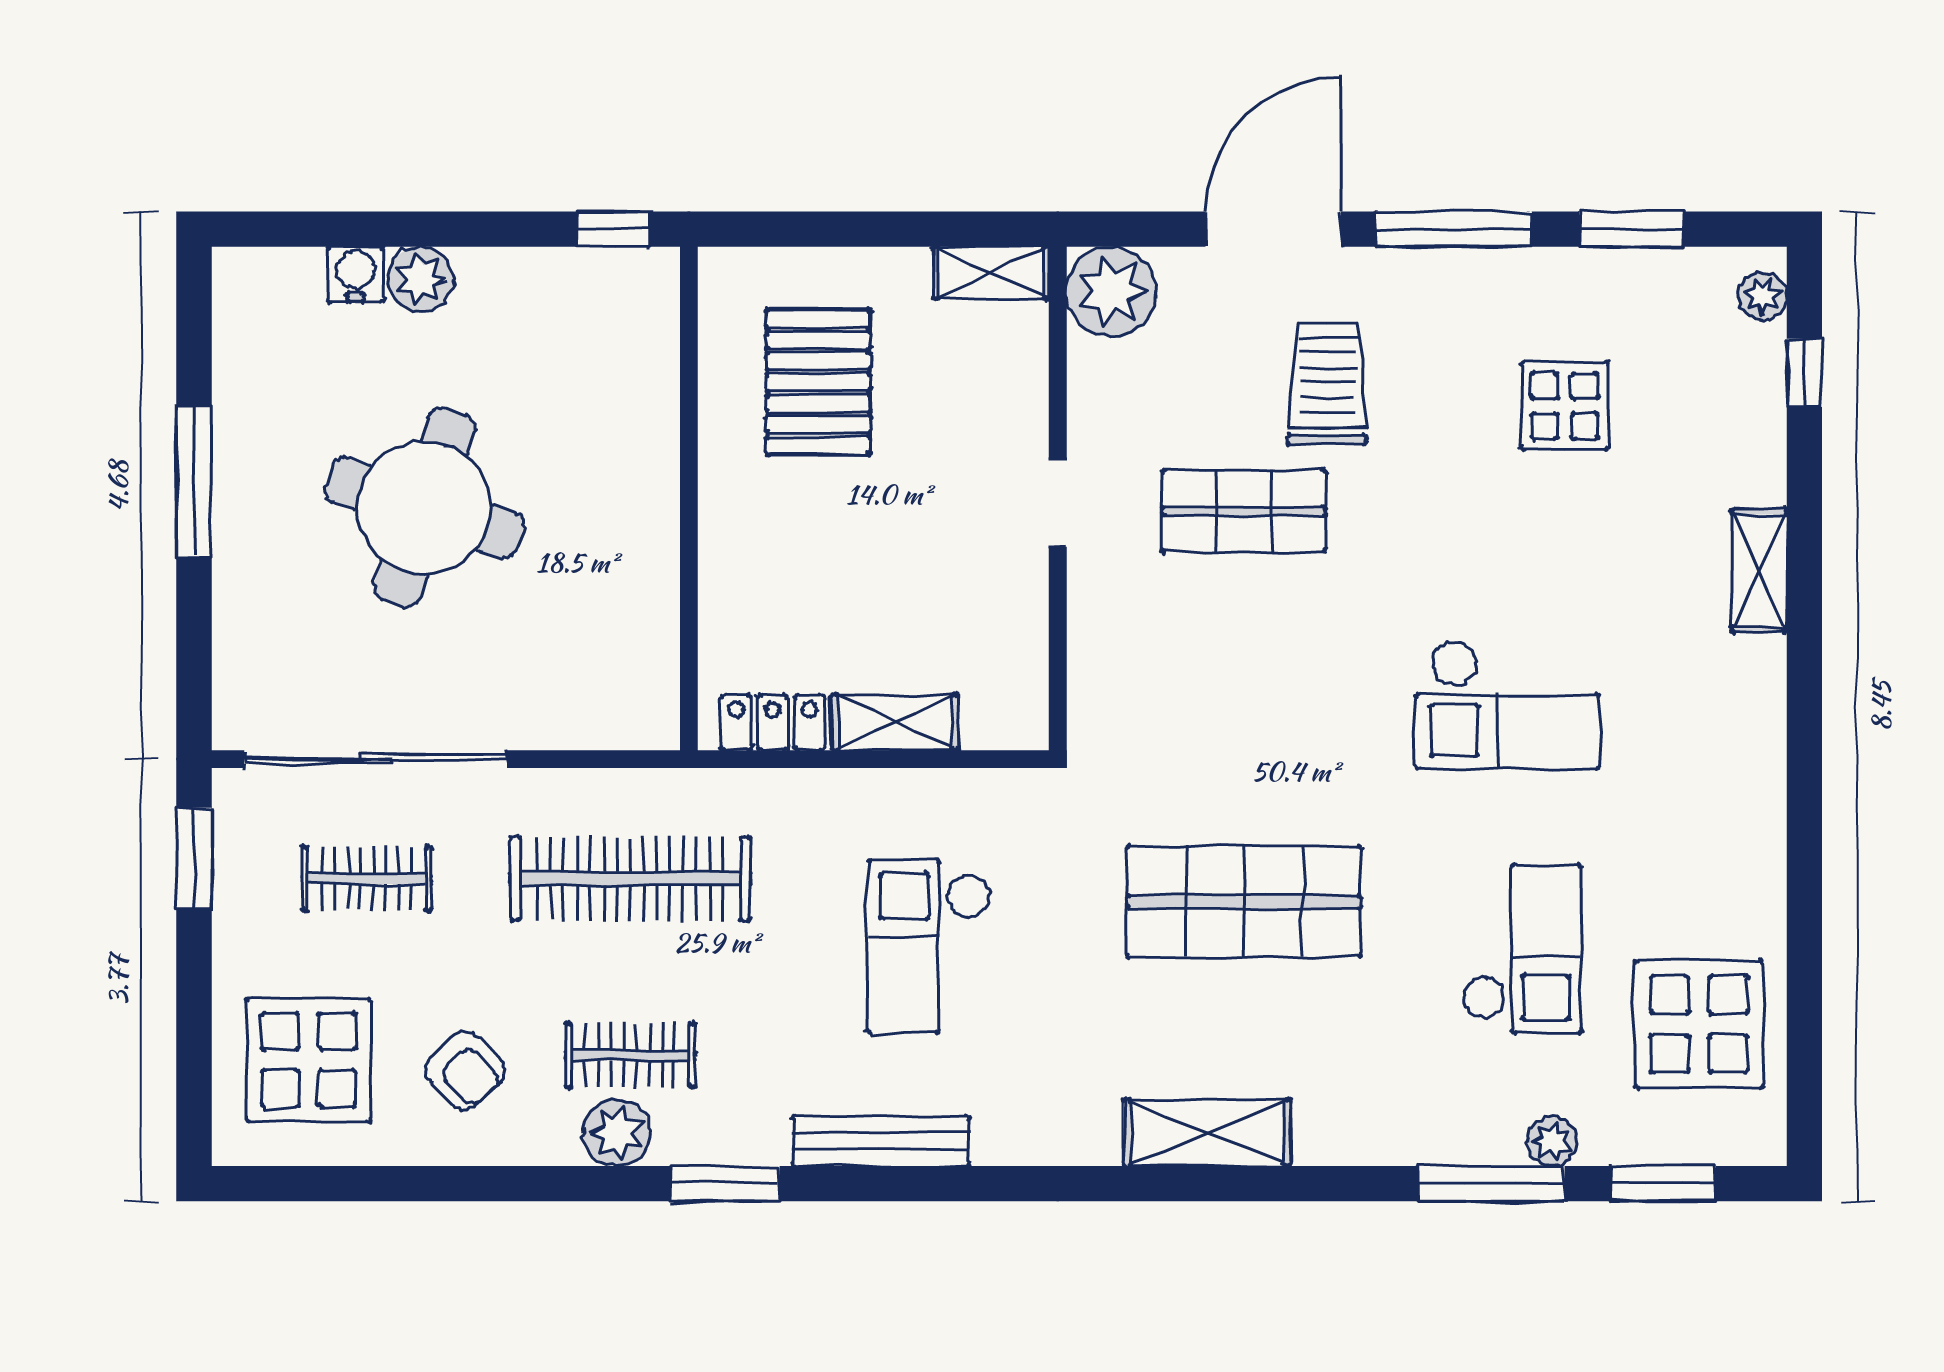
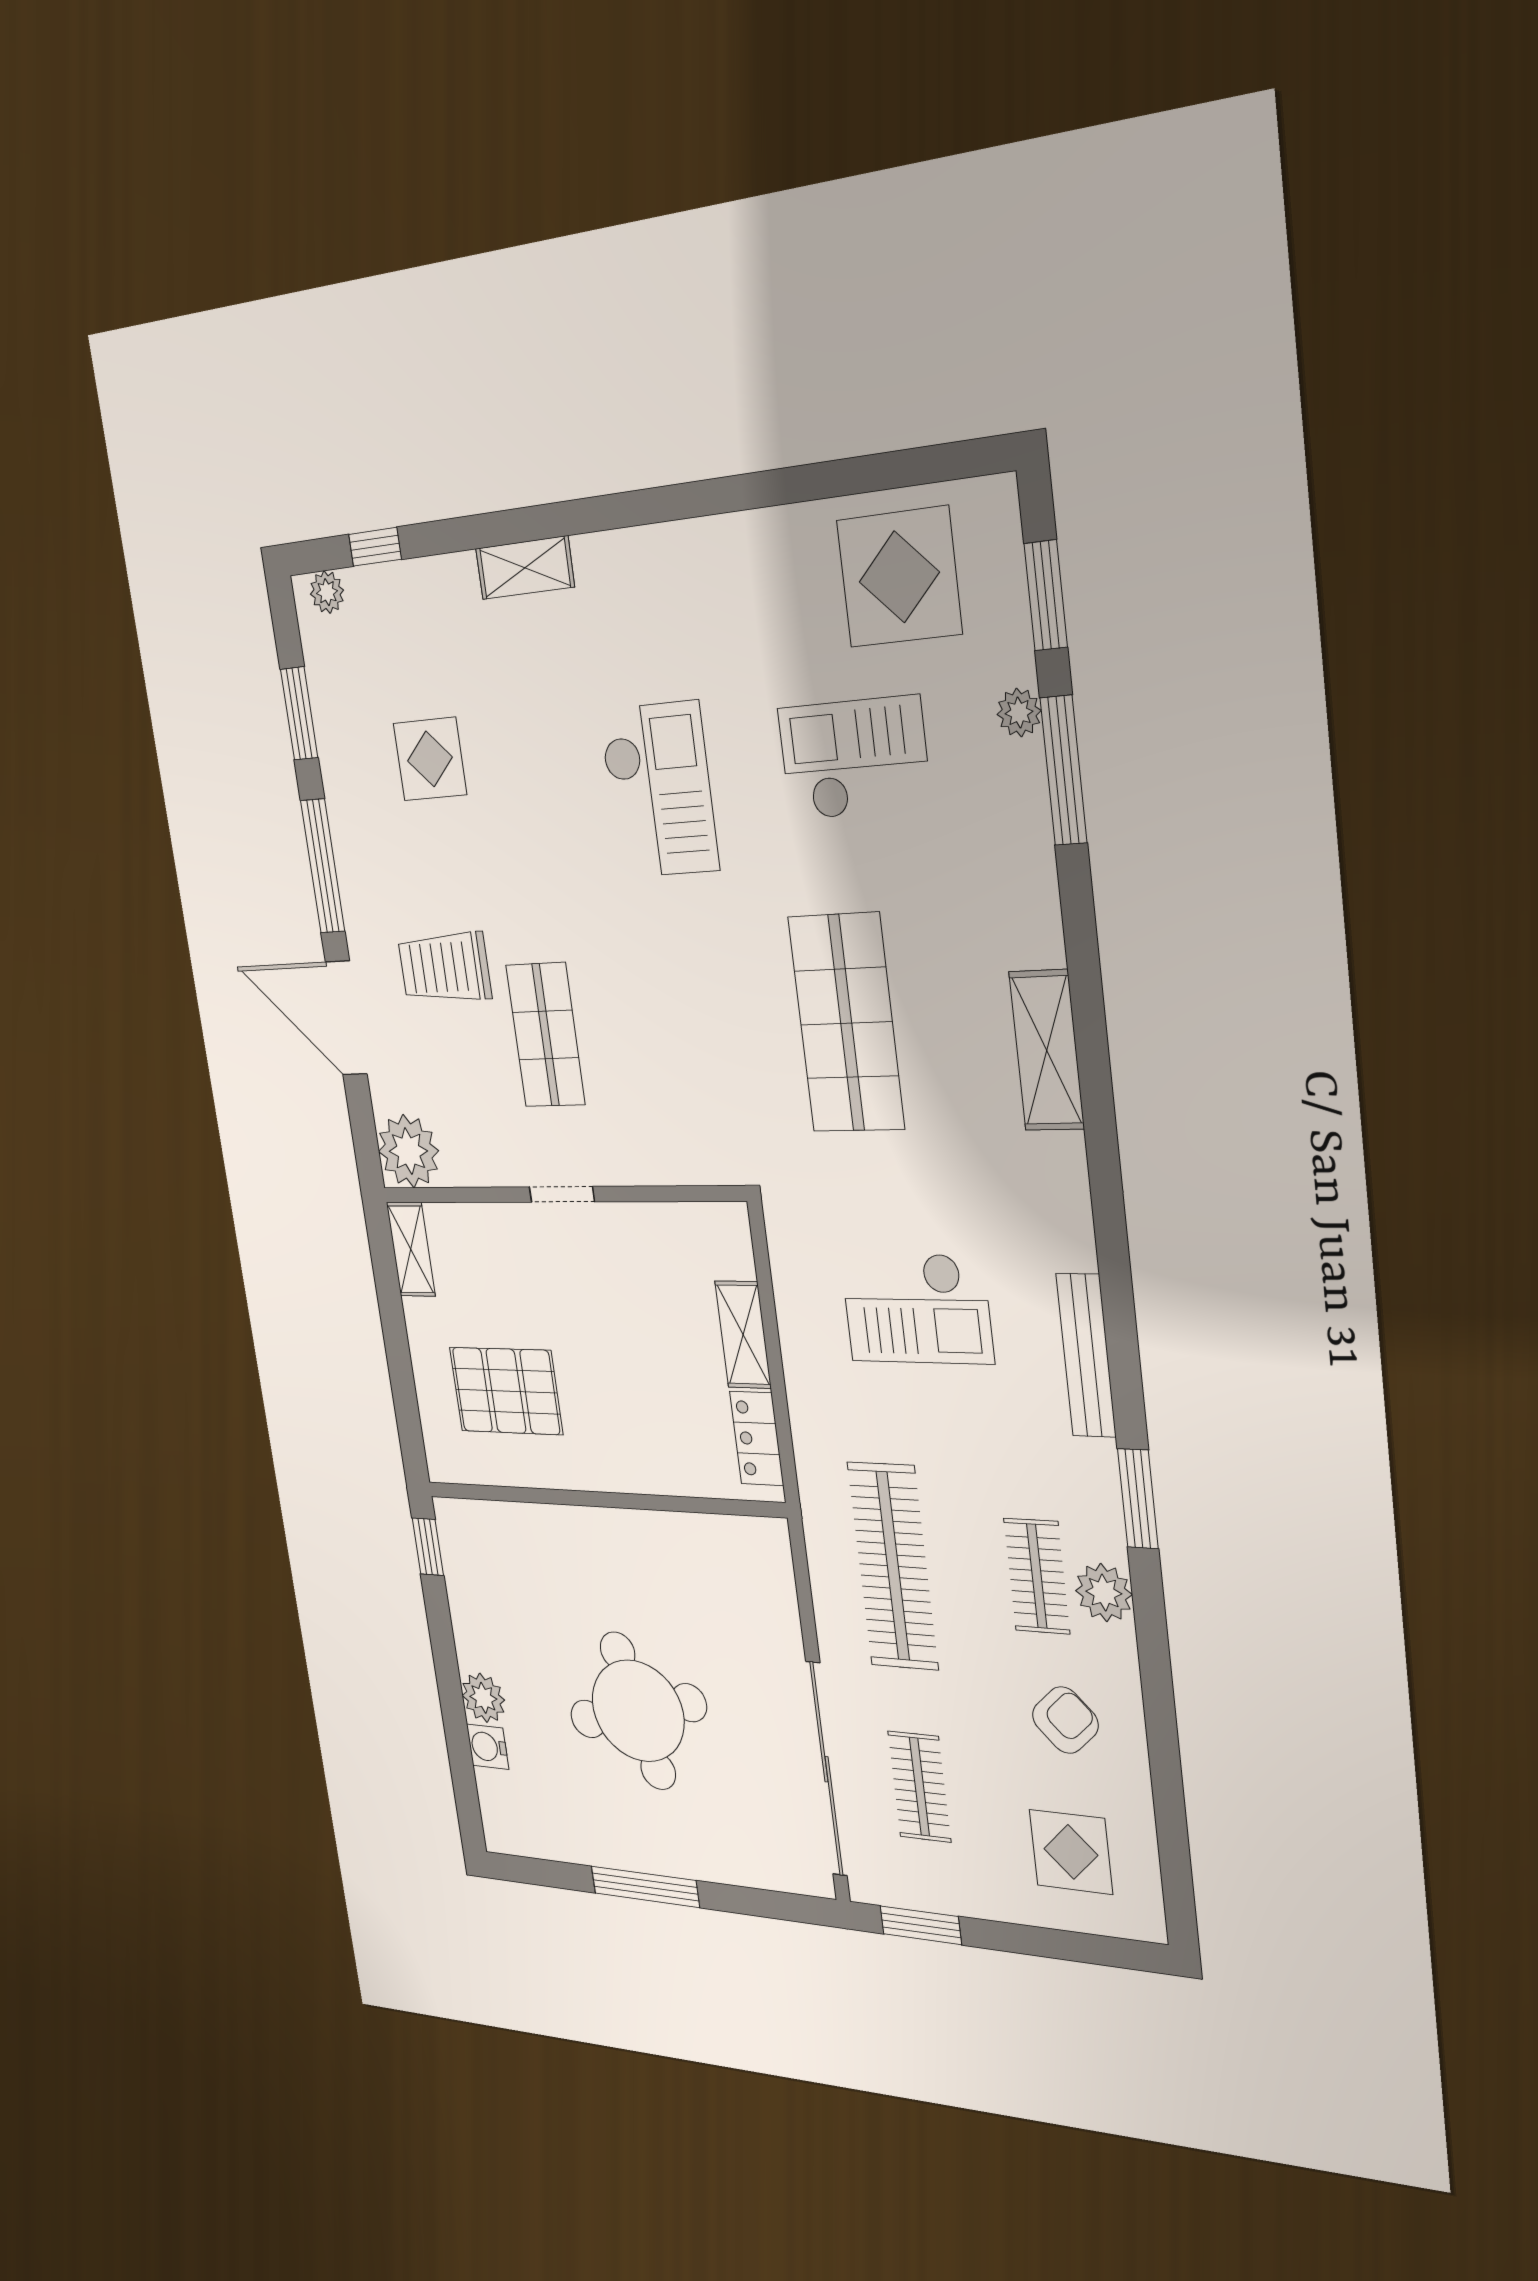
round table: (424, 507) -> (638, 1711), turned -31
display table: (309, 1060) -> (1071, 1852), width x0.73, depth x0.73

